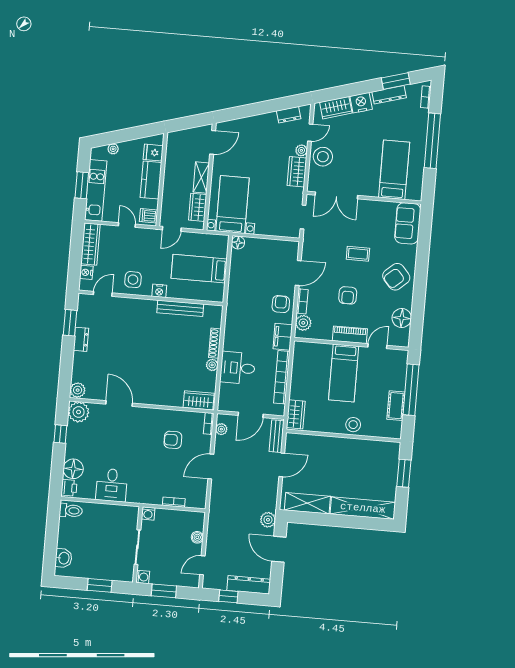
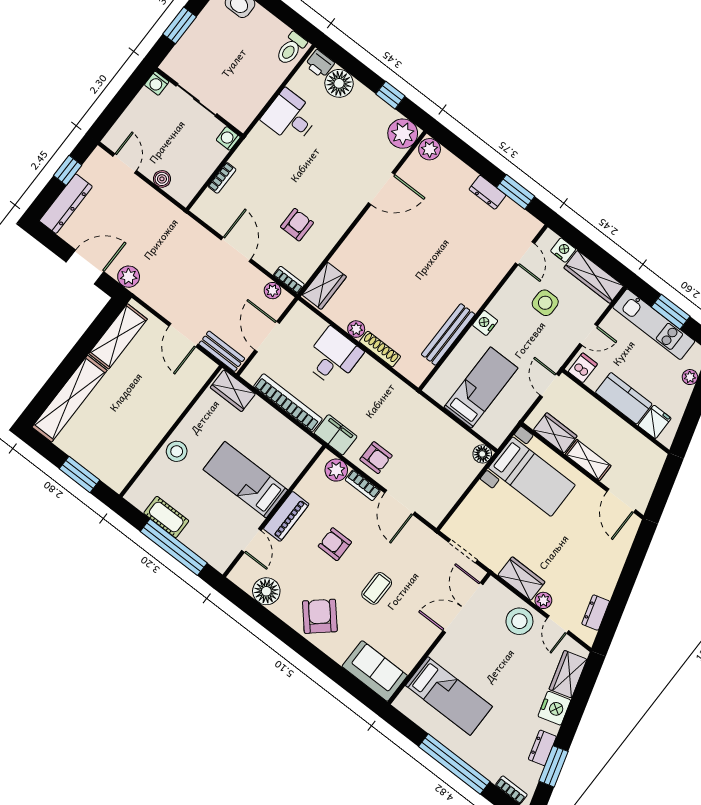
dresser: (389, 95) -> (542, 748), width x0.70
side table: (133, 280) -> (545, 303), moved
window: (164, 591) -> (124, 98), removed

